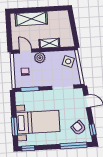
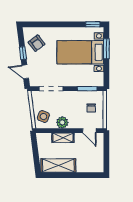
shelving: (31, 19) -> (58, 166), moved
plant: (40, 58) -> (62, 122), moved
window: (93, 130) -> (23, 53), moved
window: (74, 145) -> (43, 24), removed

